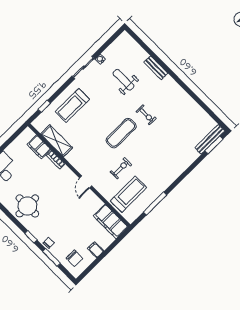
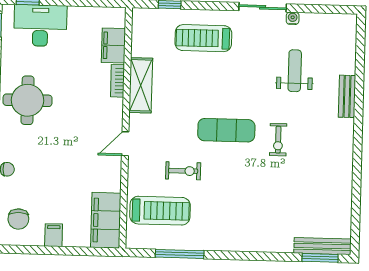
shelving: (57, 141) -> (141, 85), moved

